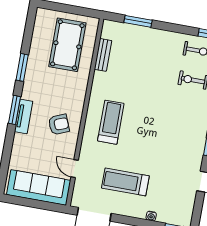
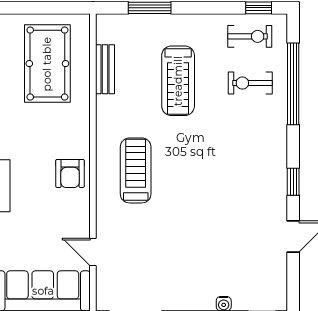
armchair: (59, 124) -> (70, 173), moved, turned 112
treadmill: (125, 182) -> (178, 81), moved, turned -90

